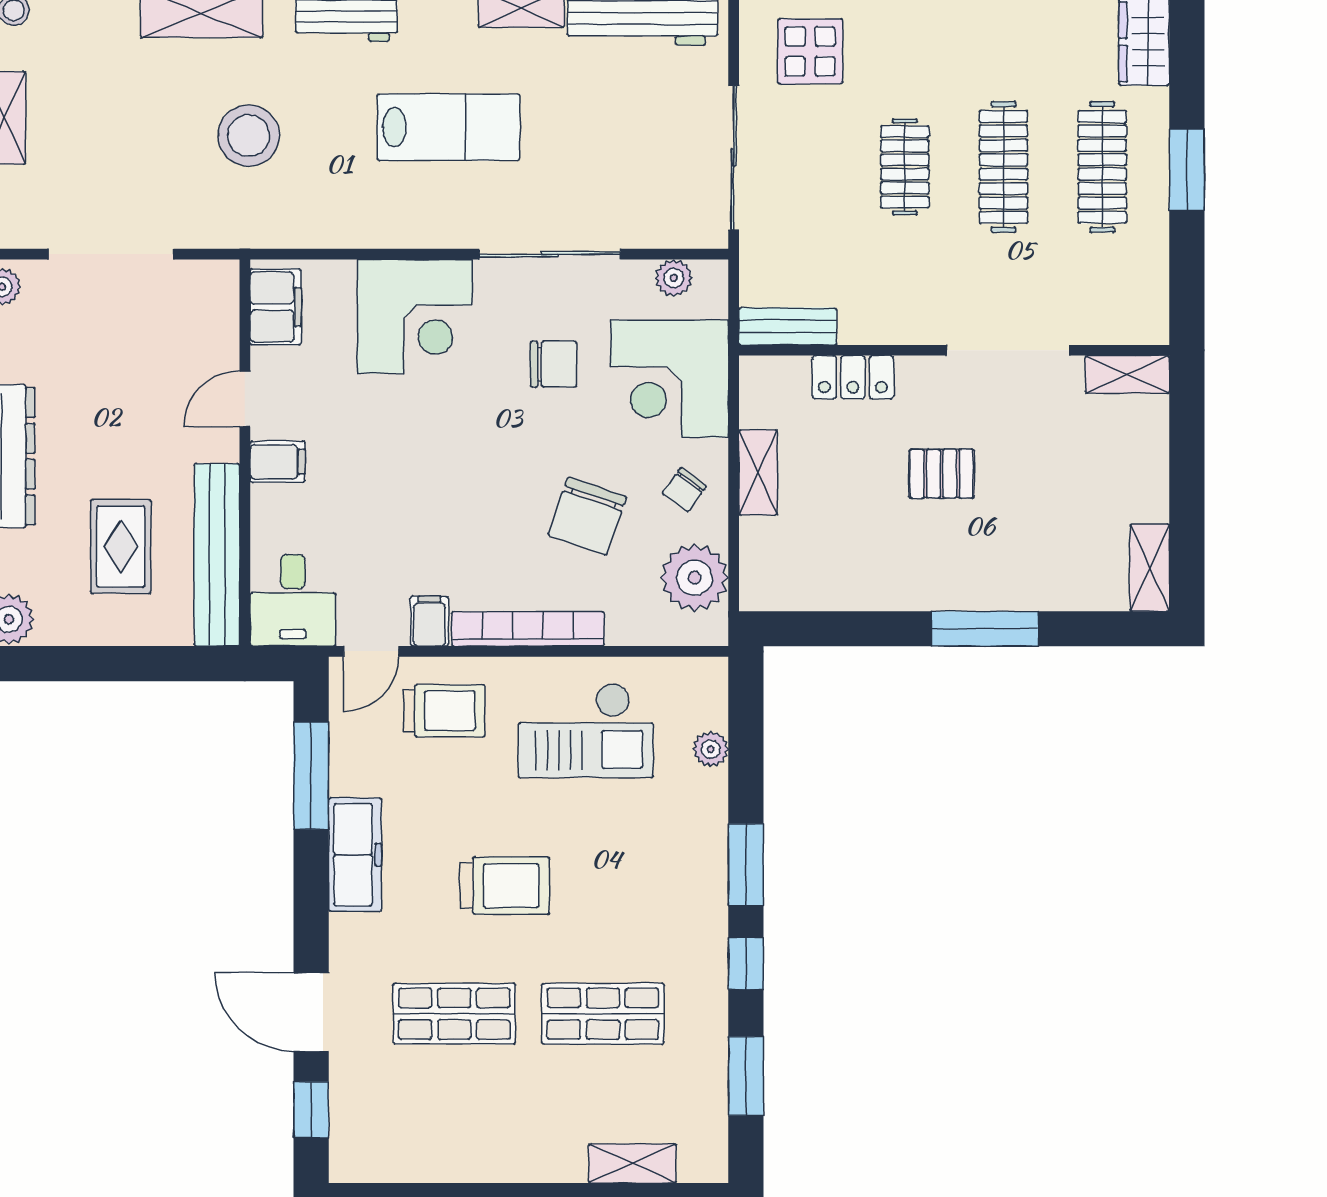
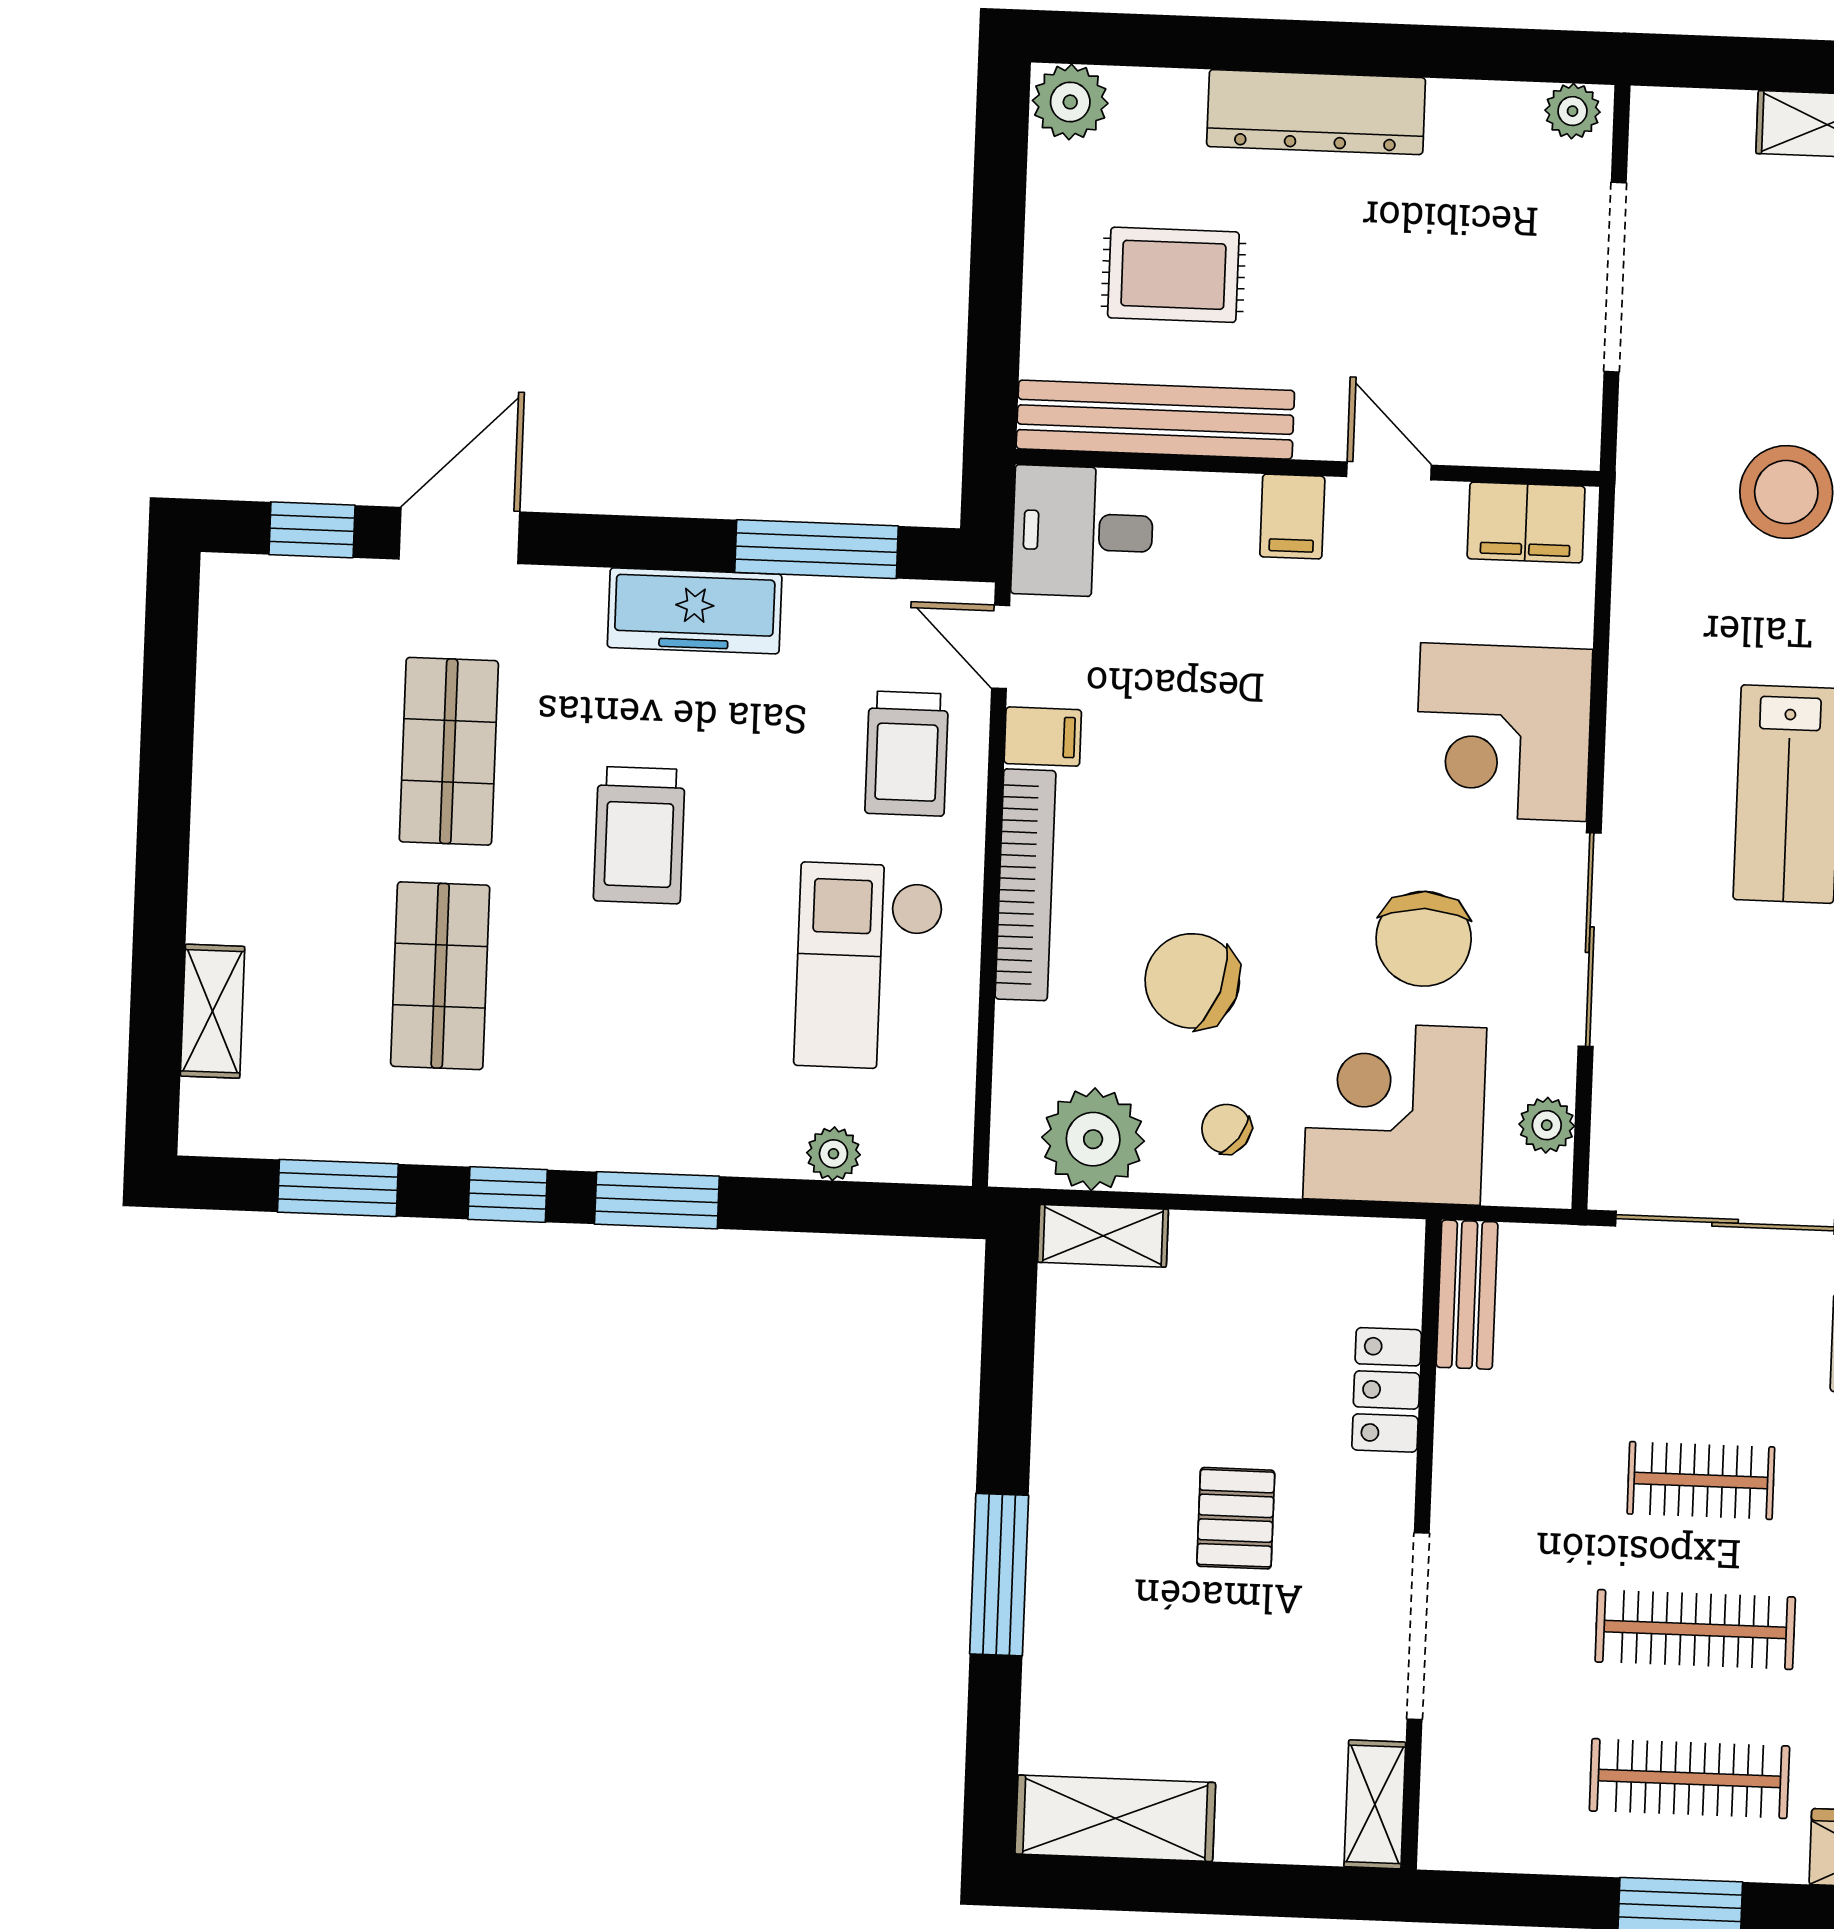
chair: (553, 364) -> (1424, 939), width x1.37, depth x1.37
shelving: (758, 473) -> (1103, 1236), moved
shelving: (1150, 568) -> (1115, 1818), width x1.50, depth x1.33

